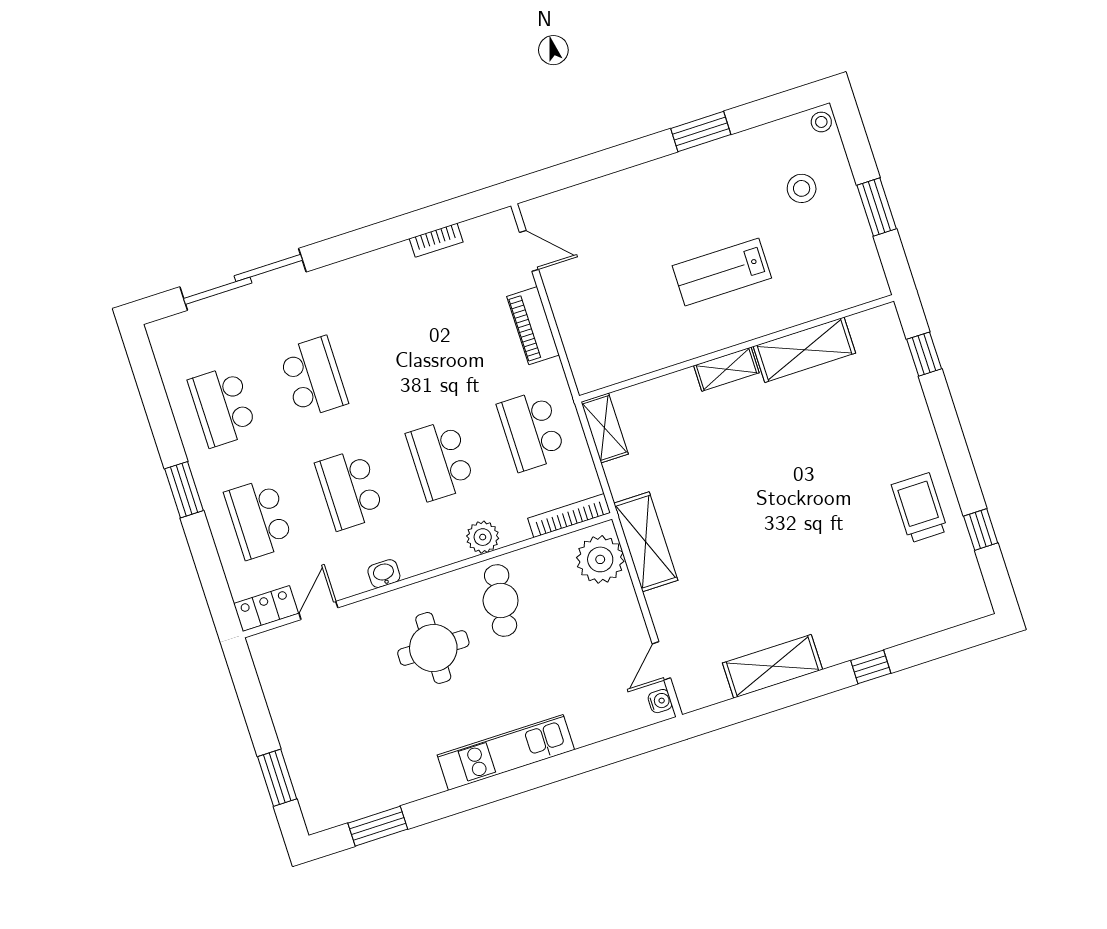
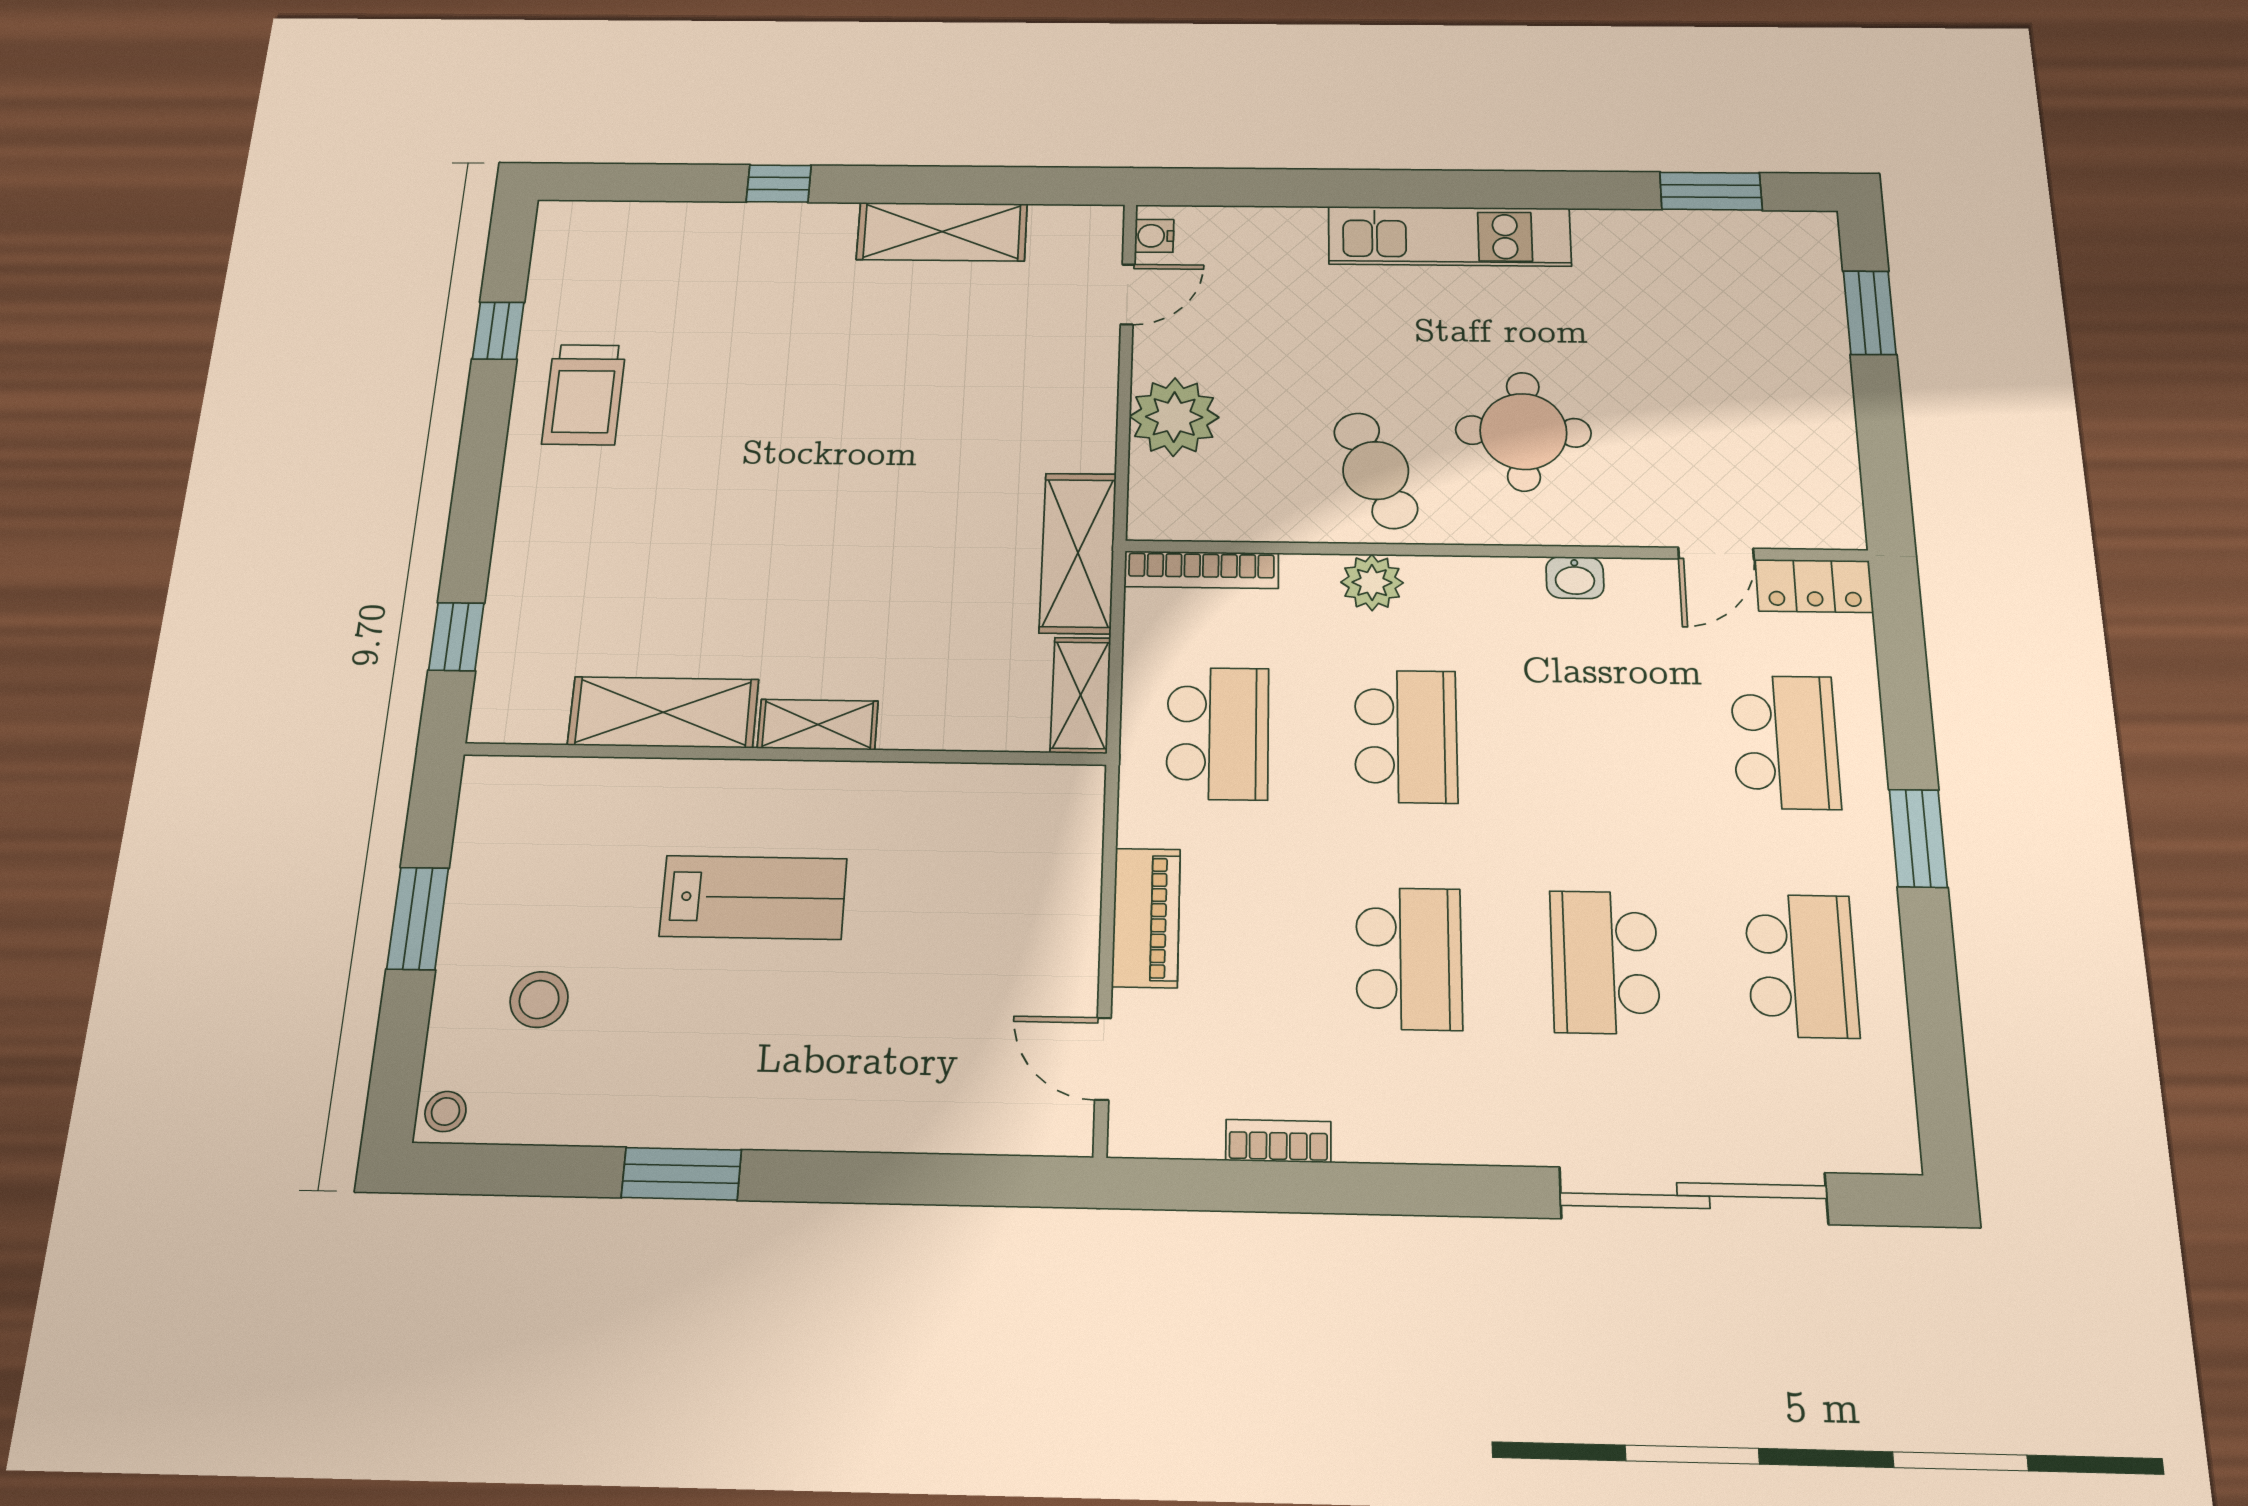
school desk: (350, 489) -> (1409, 958), moved
shelving: (646, 542) -> (1078, 553), moved
plant: (600, 559) -> (1174, 417), moved
cafe table: (501, 600) -> (1376, 470), turned -32

